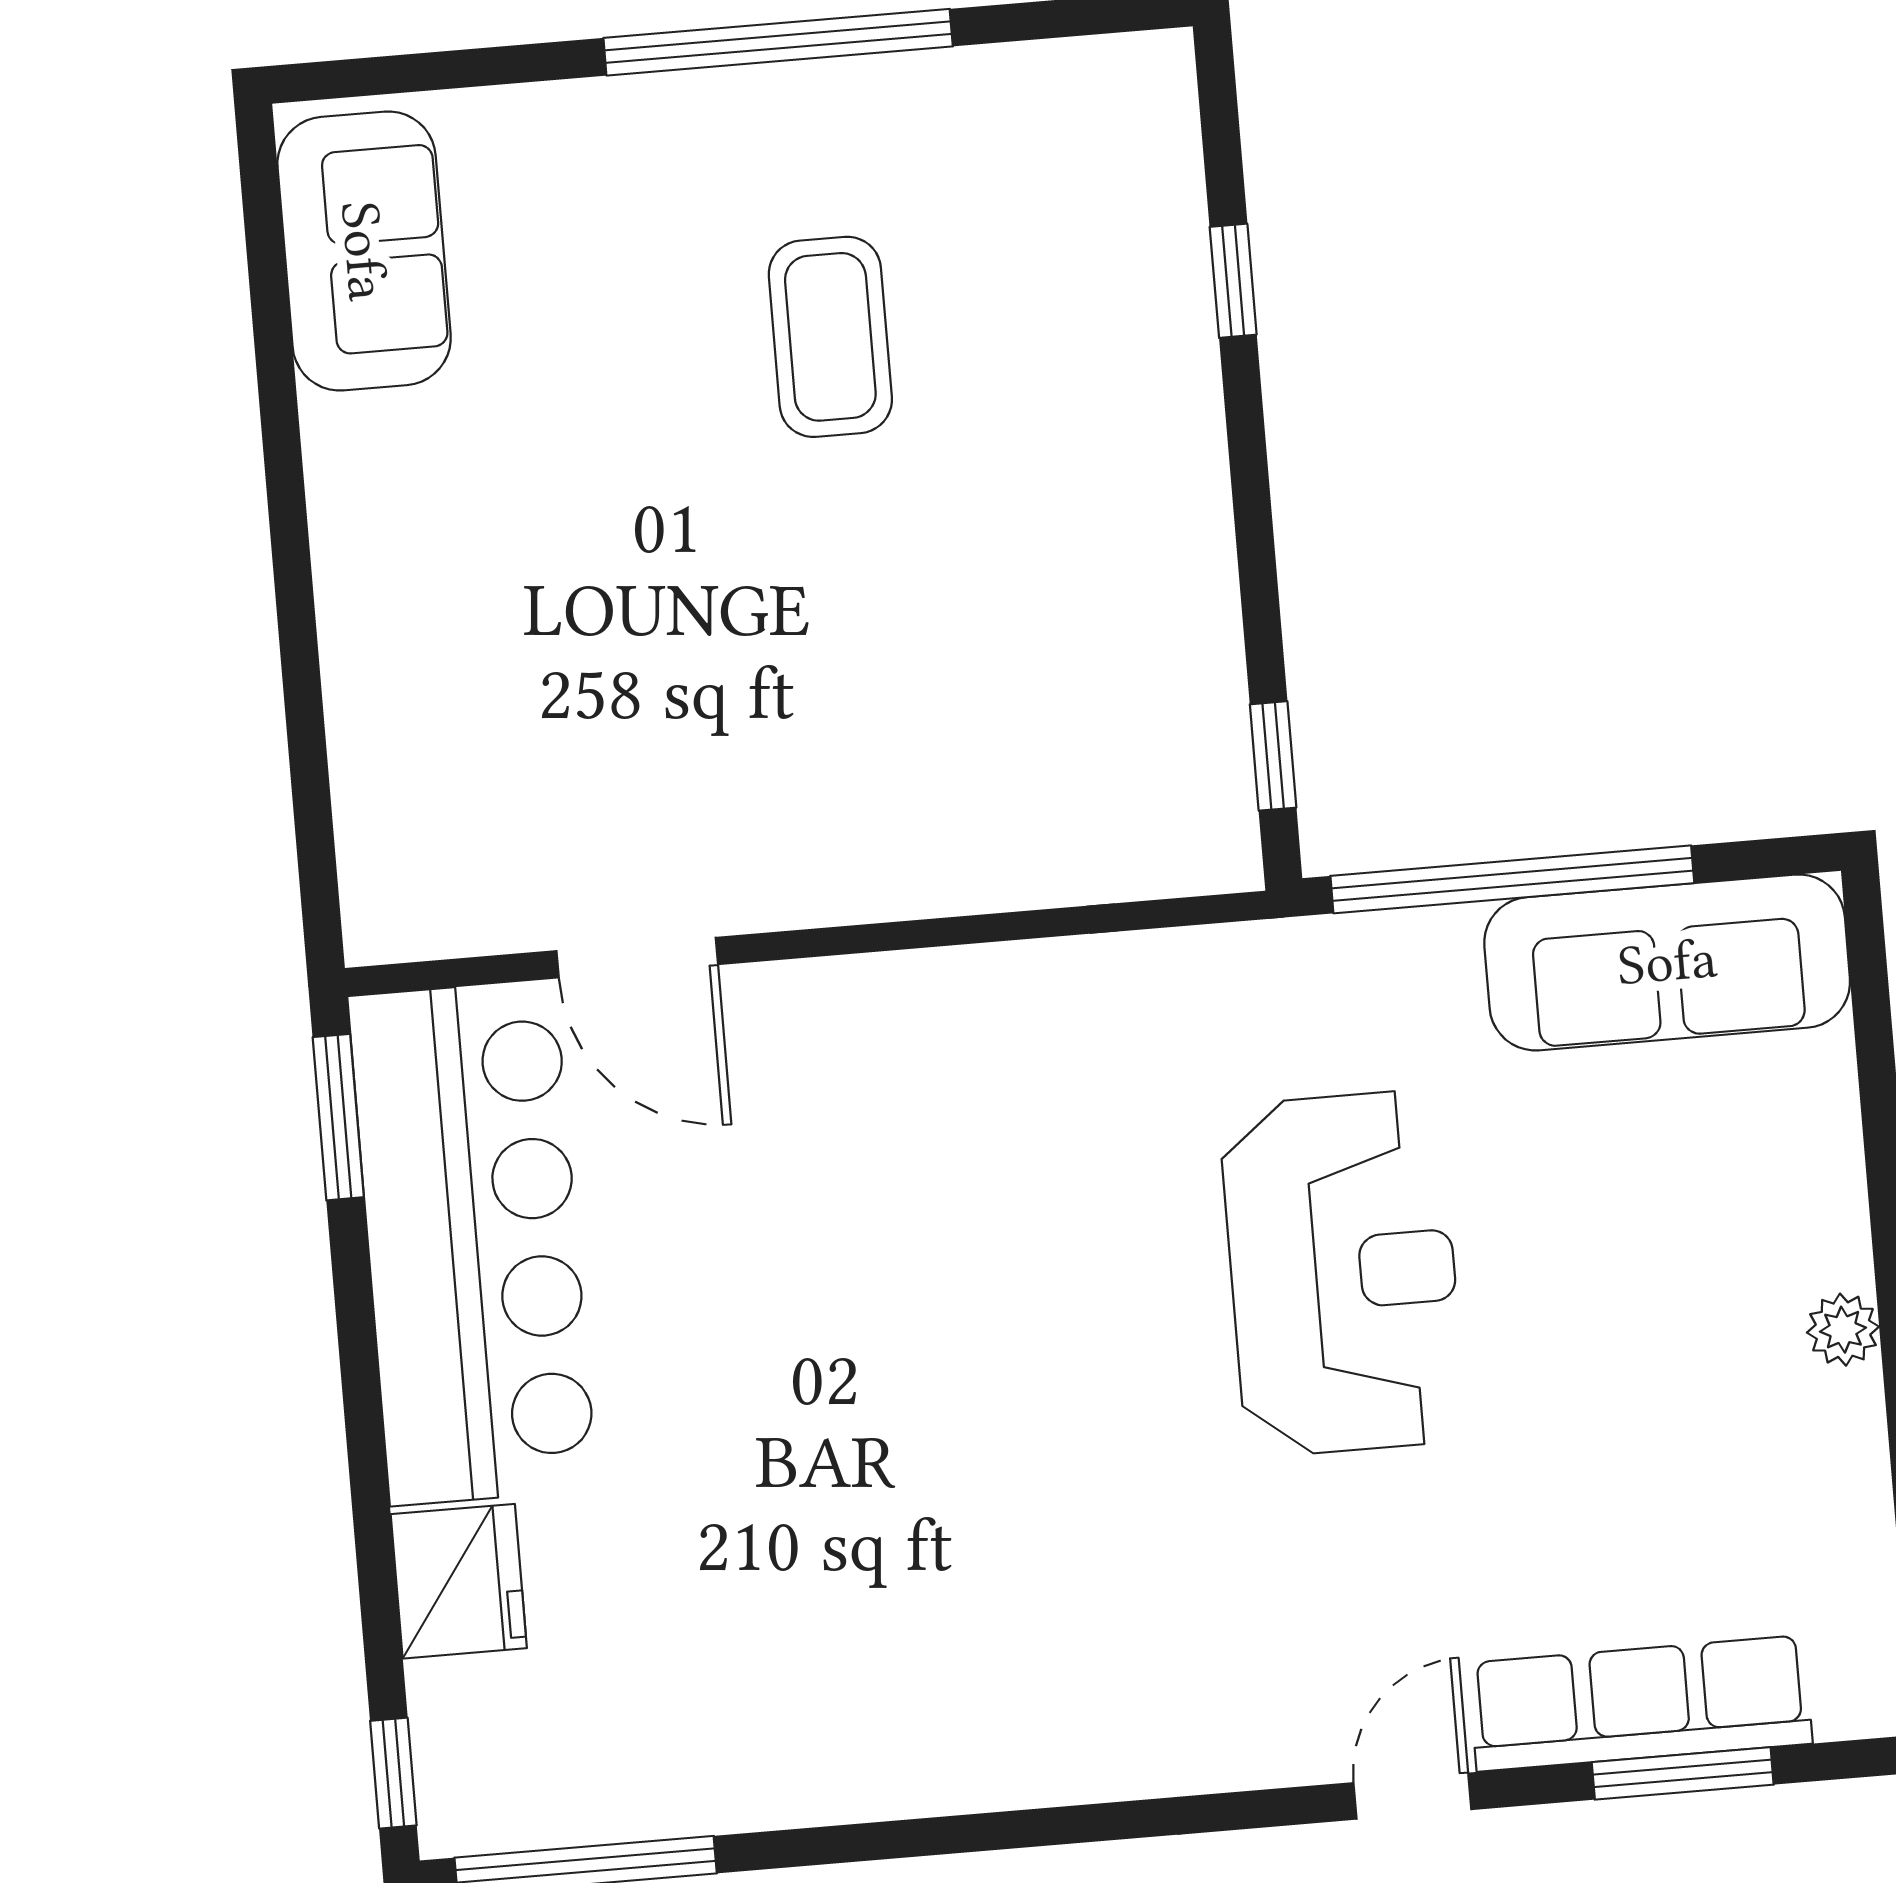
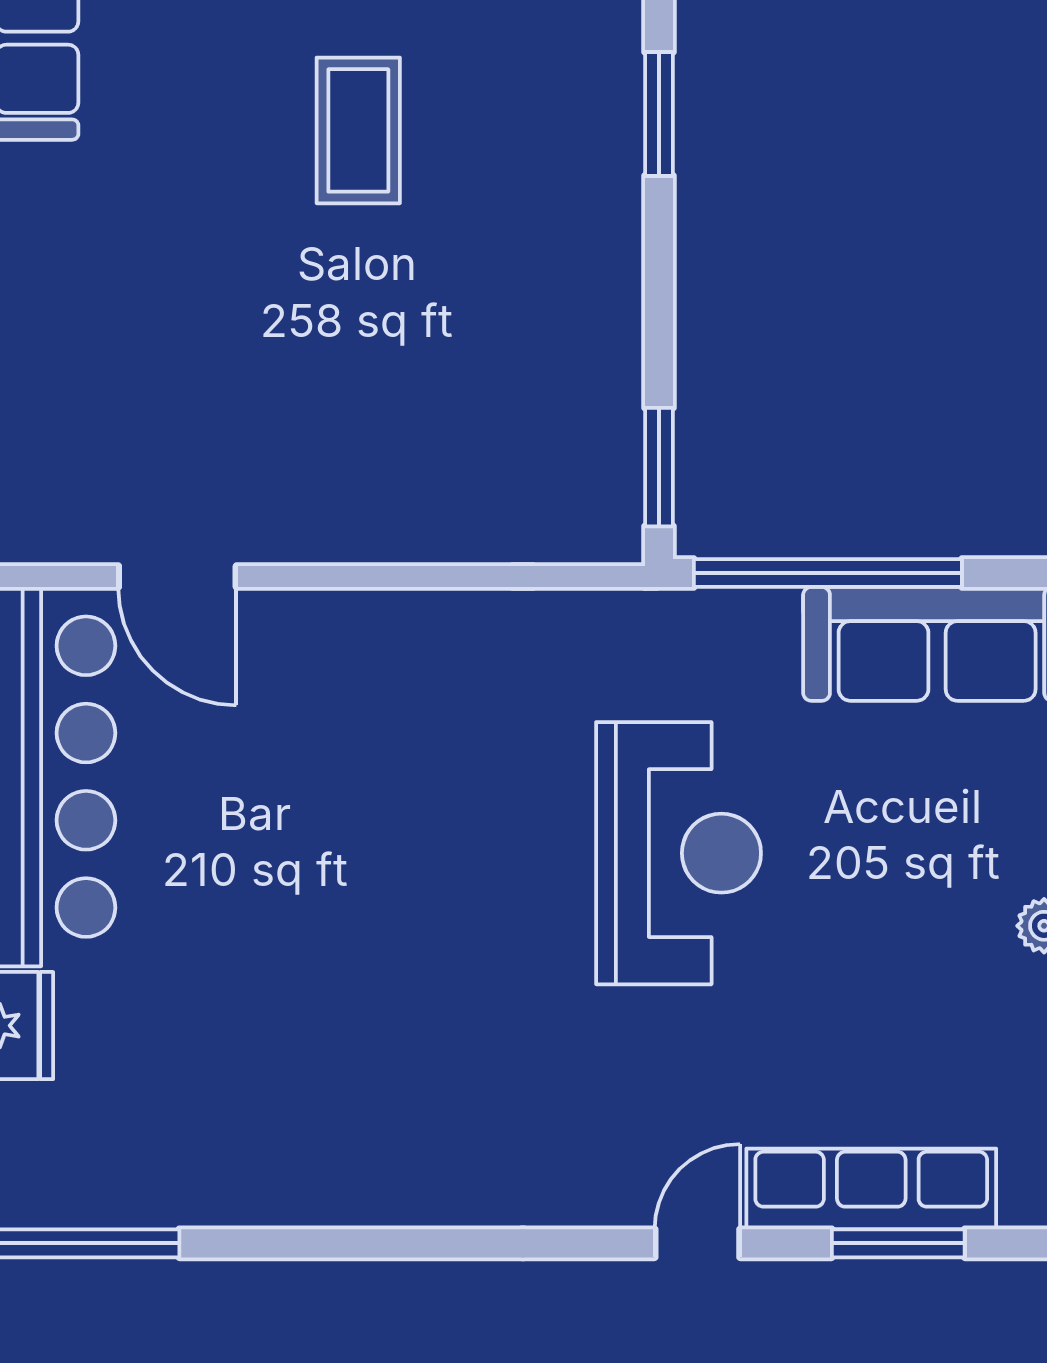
window: (1233, 281) -> (659, 114), width x1.50
window: (1273, 756) -> (659, 467), width x1.50

